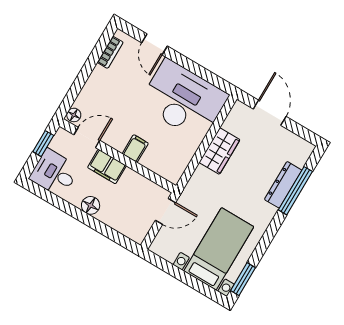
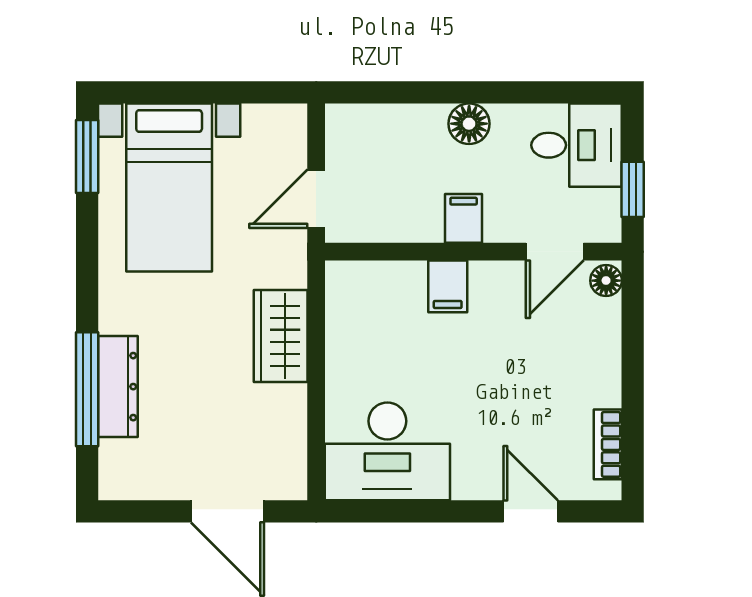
desk: (183, 100) -> (387, 451), width x0.73, depth x0.77
wardrobe: (220, 151) -> (281, 336), moved
filing cabinet: (107, 167) -> (464, 218), width x0.50

